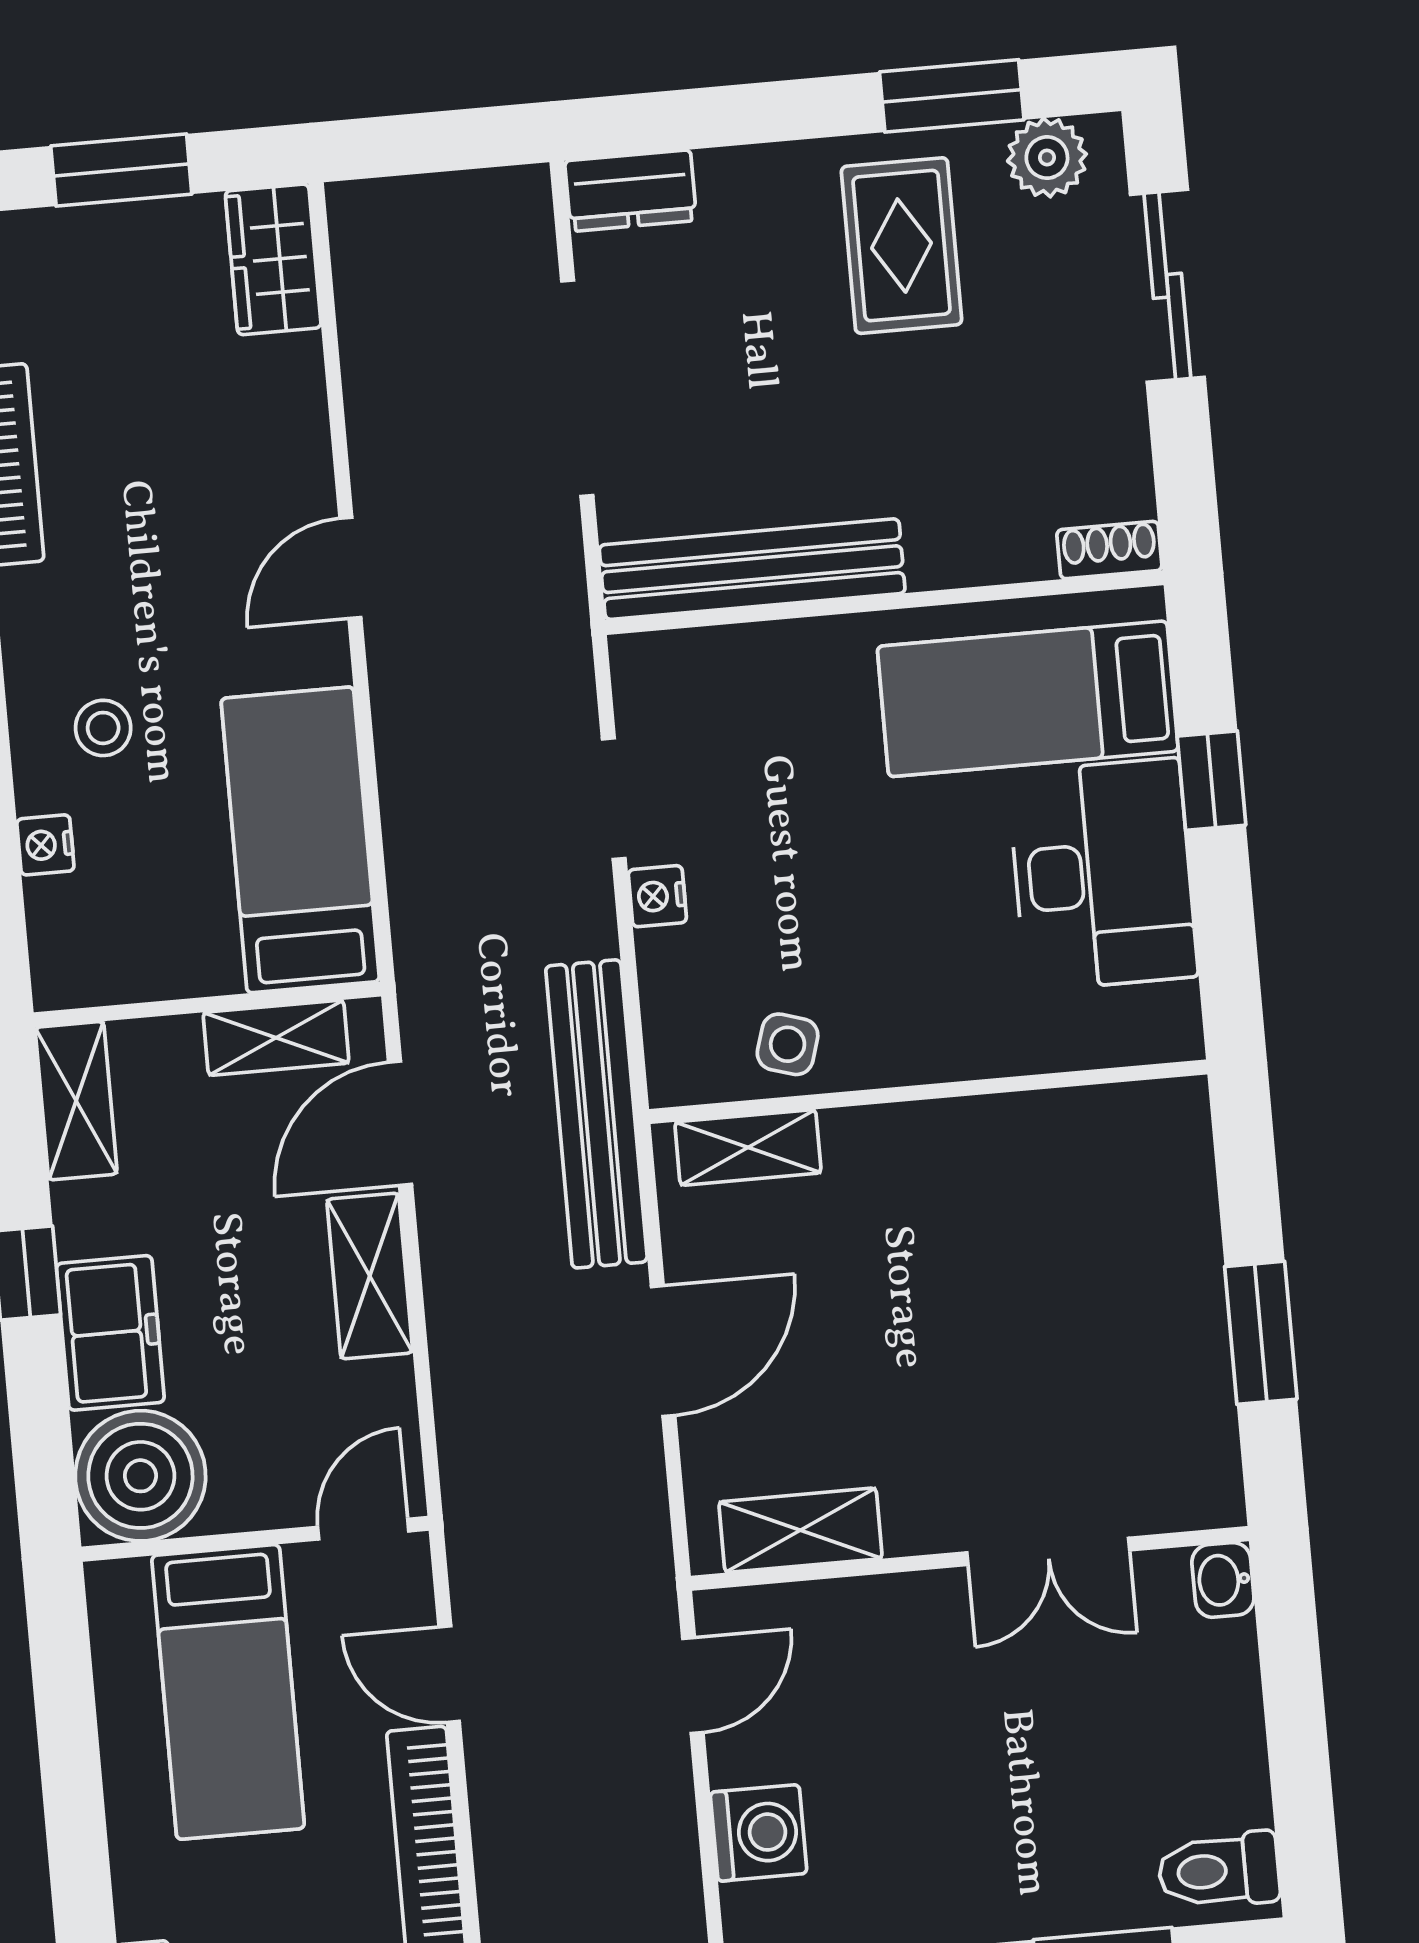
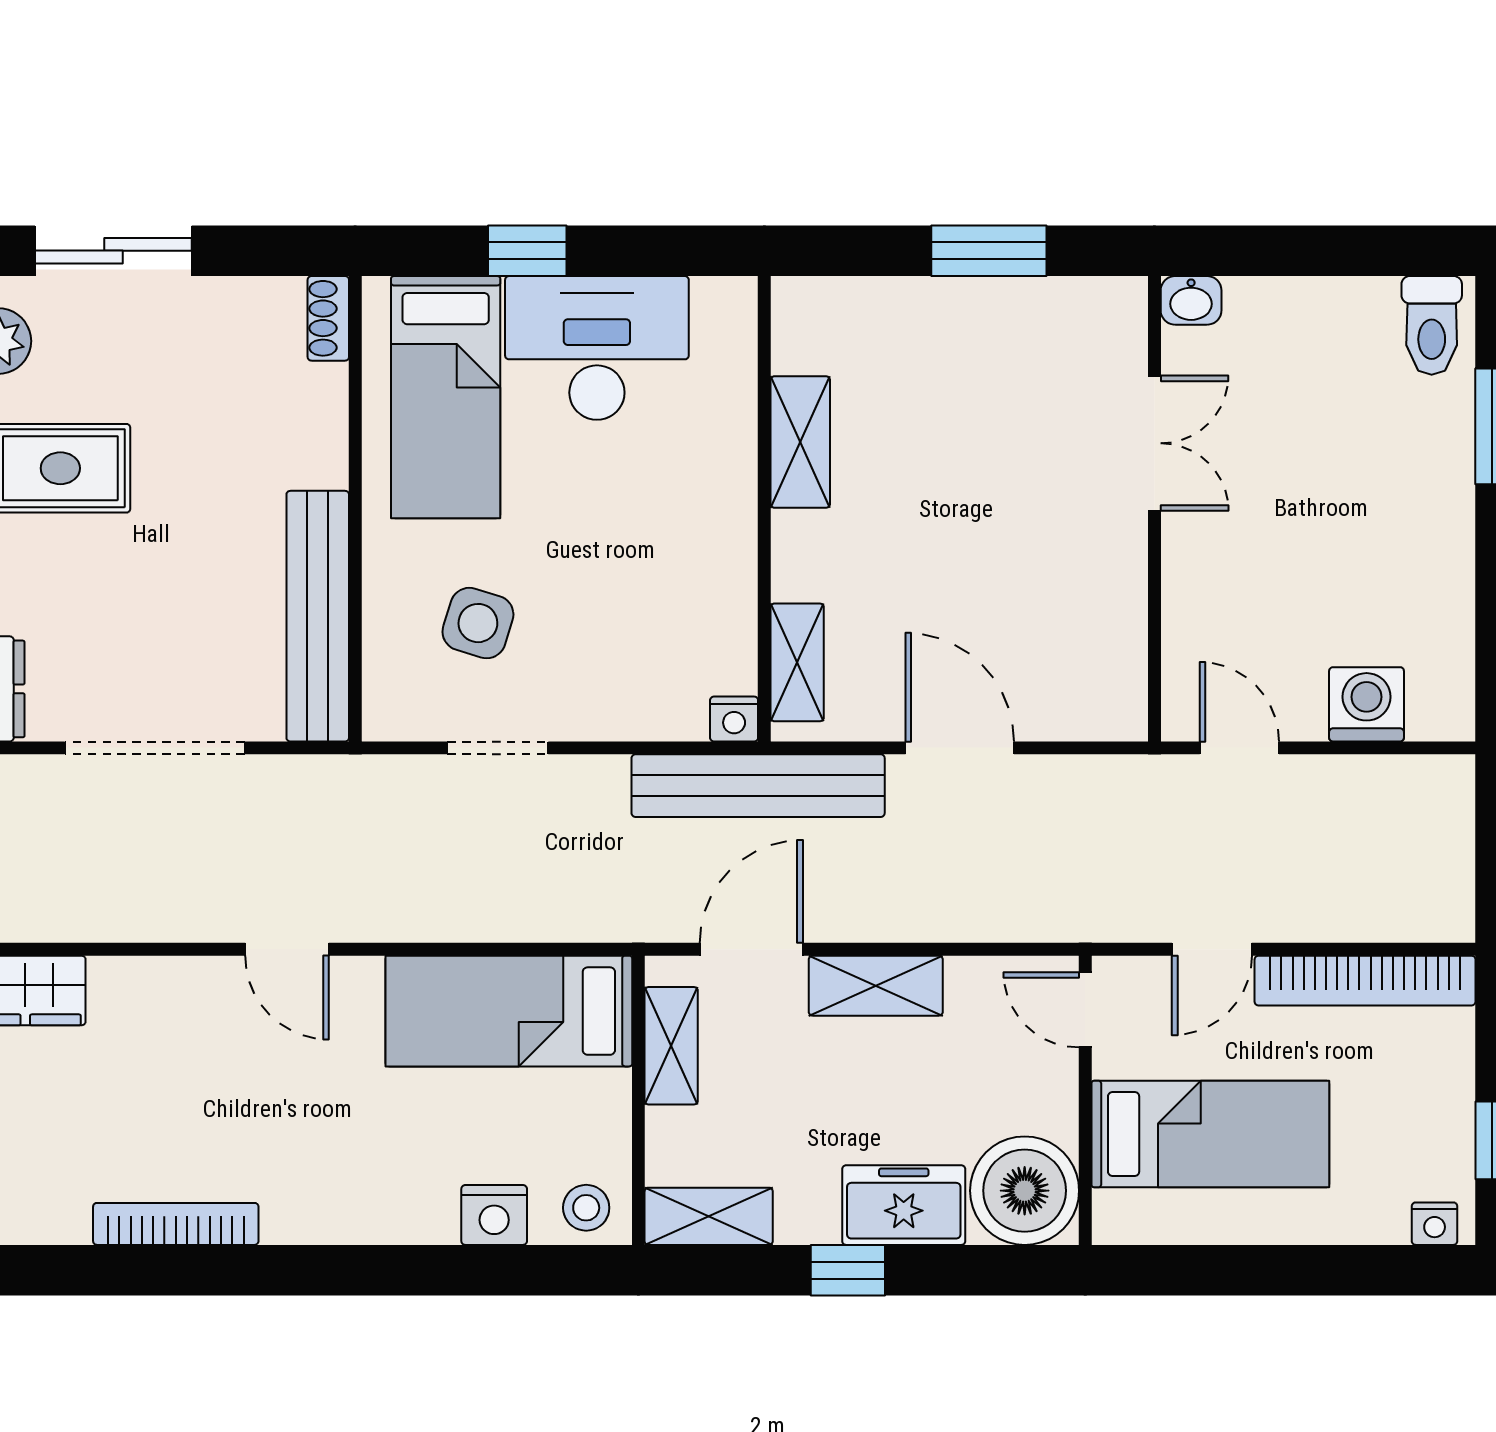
stool: (103, 728) -> (586, 1208), moved
nightstand: (45, 845) -> (494, 1215), width x1.39, depth x1.35
nightstand: (657, 896) -> (734, 719), moved
side table: (788, 1044) -> (478, 623), moved, width x1.37, depth x1.37
door: (400, 1123) -> (751, 949), swing flipped
shelving: (800, 1530) -> (800, 442), moved

